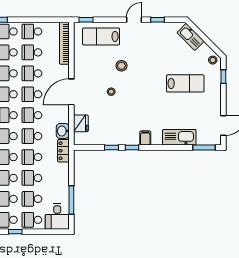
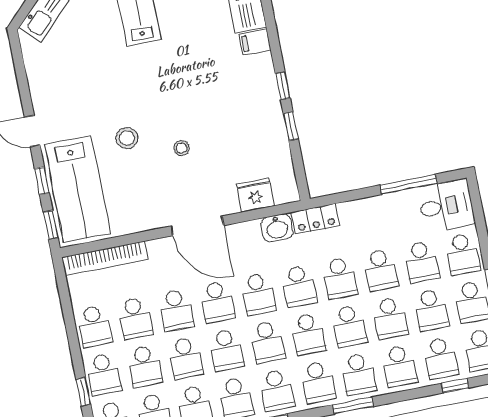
window: (157, 20) -> (42, 181), moved
lab bench: (101, 36) -> (77, 189), width x1.36, depth x1.39
filing cabinet: (145, 138) -> (255, 42), moved

